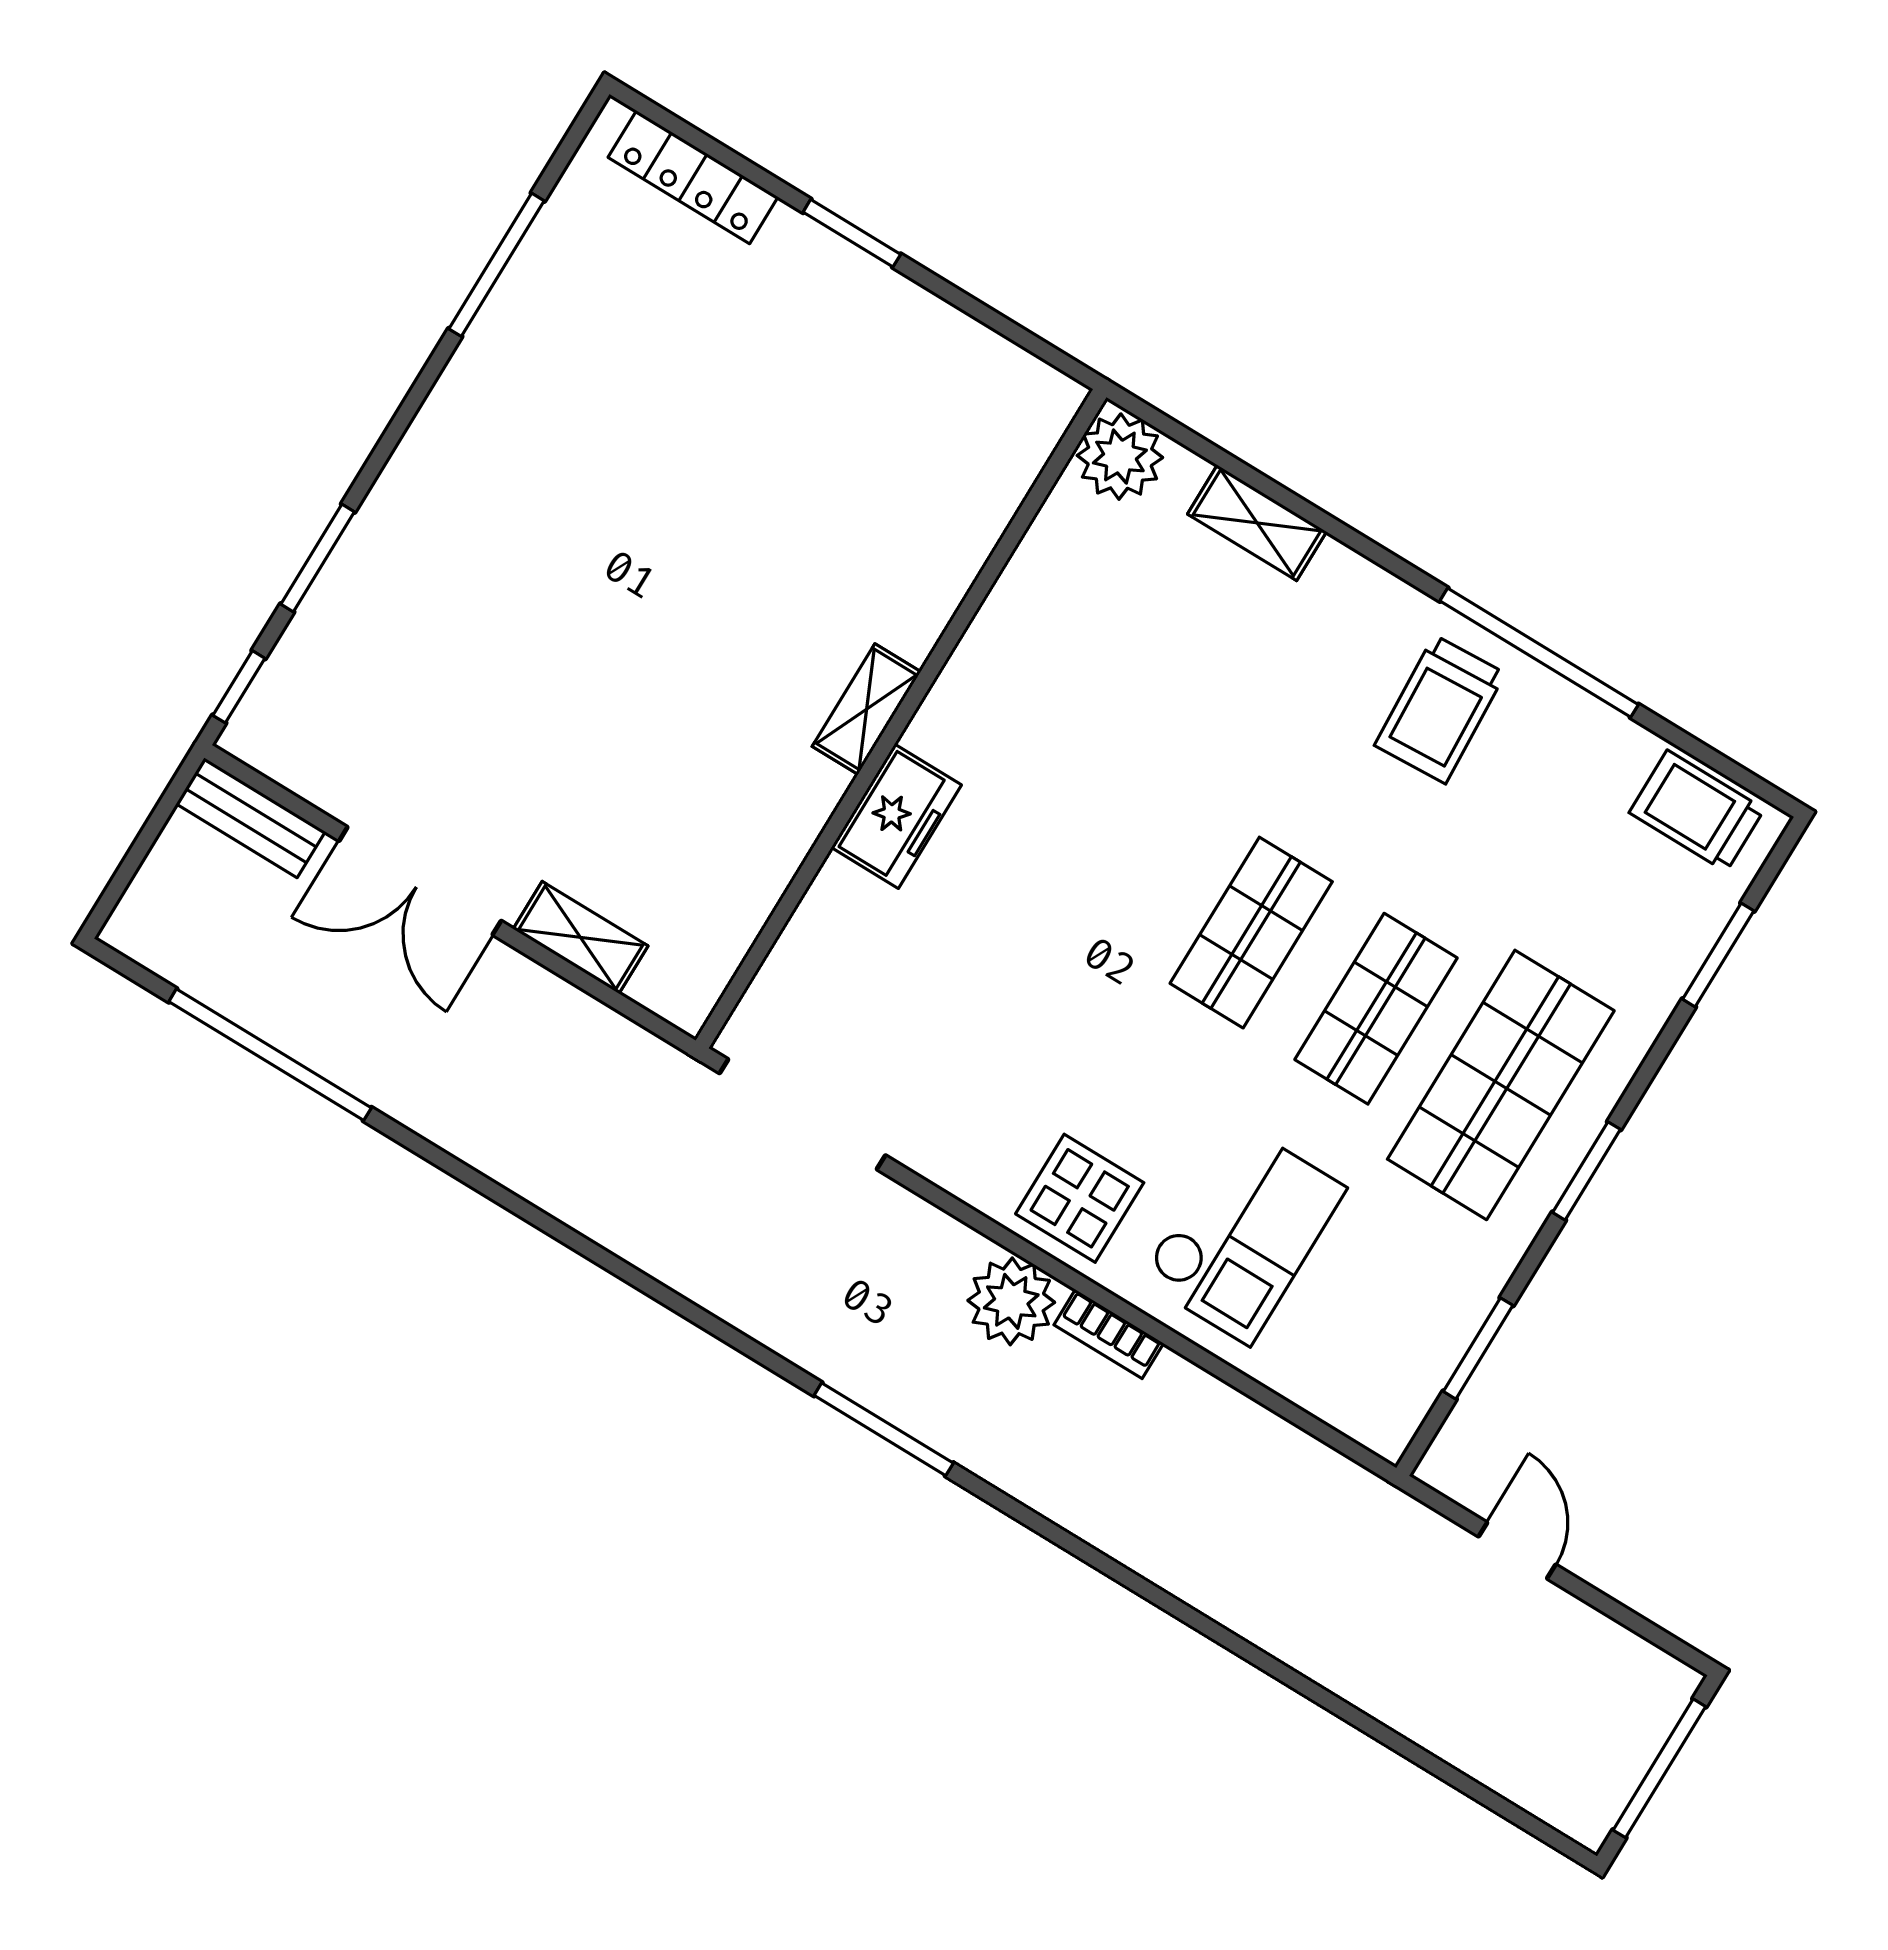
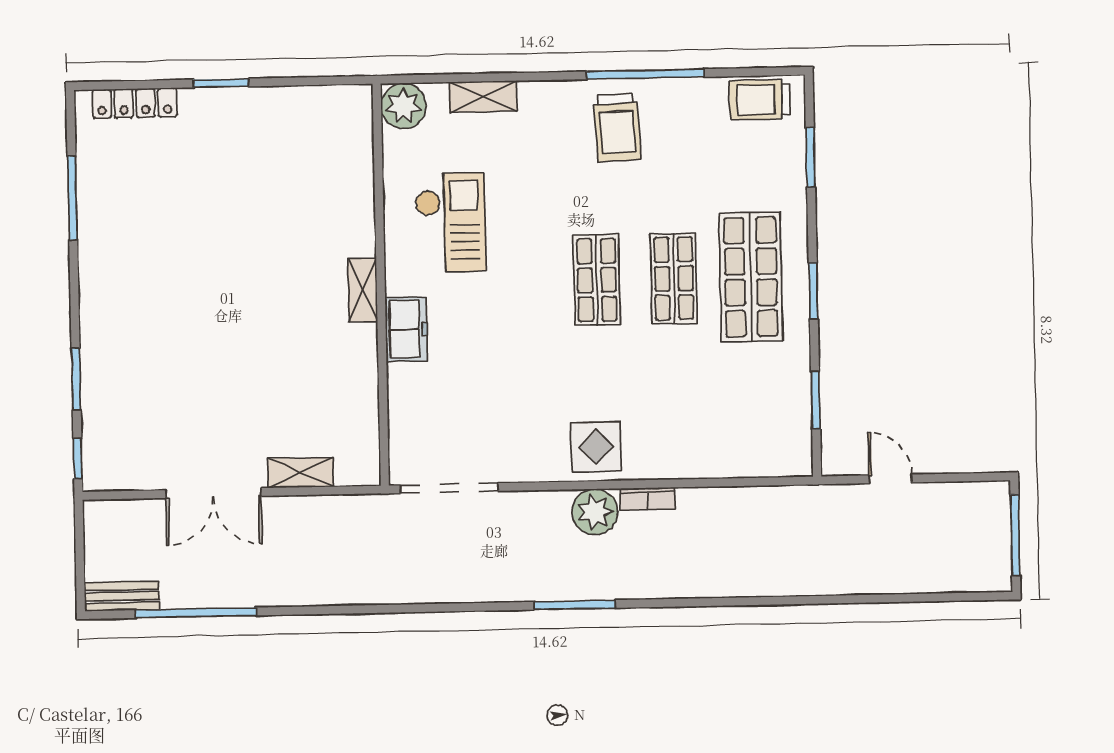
bench: (251, 818) -> (122, 596), moved
checkout: (1243, 1233) -> (450, 222), moved

